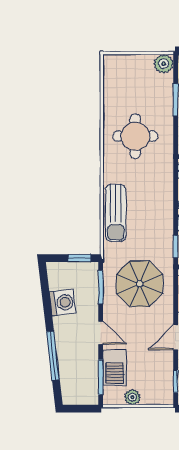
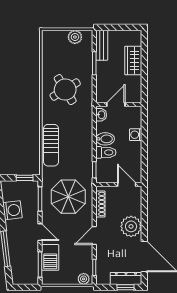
plant: (164, 64) -> (75, 37), moved
round table: (135, 136) -> (65, 90), turned -31
plant: (132, 397) -> (84, 279), moved

